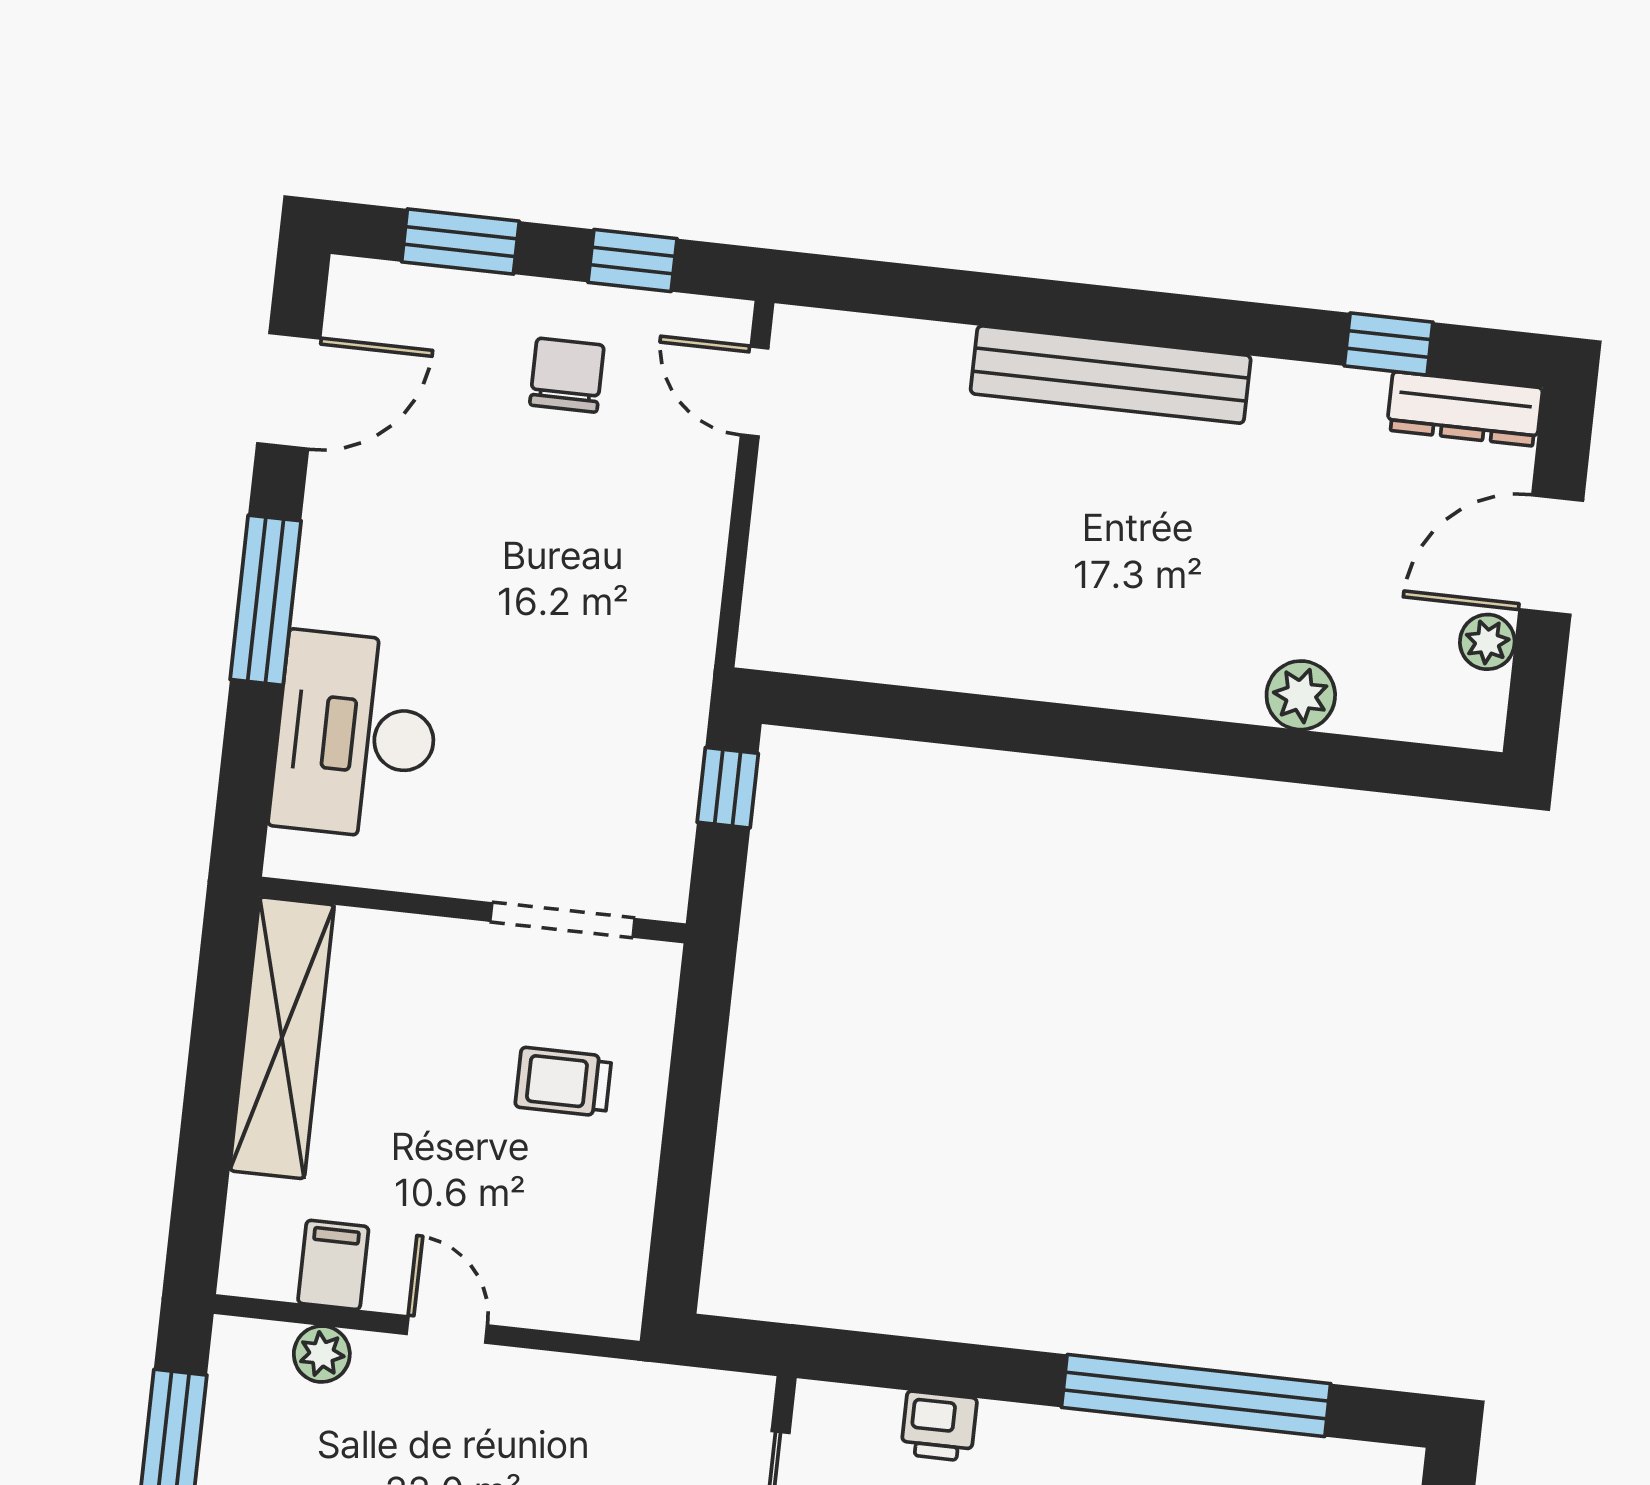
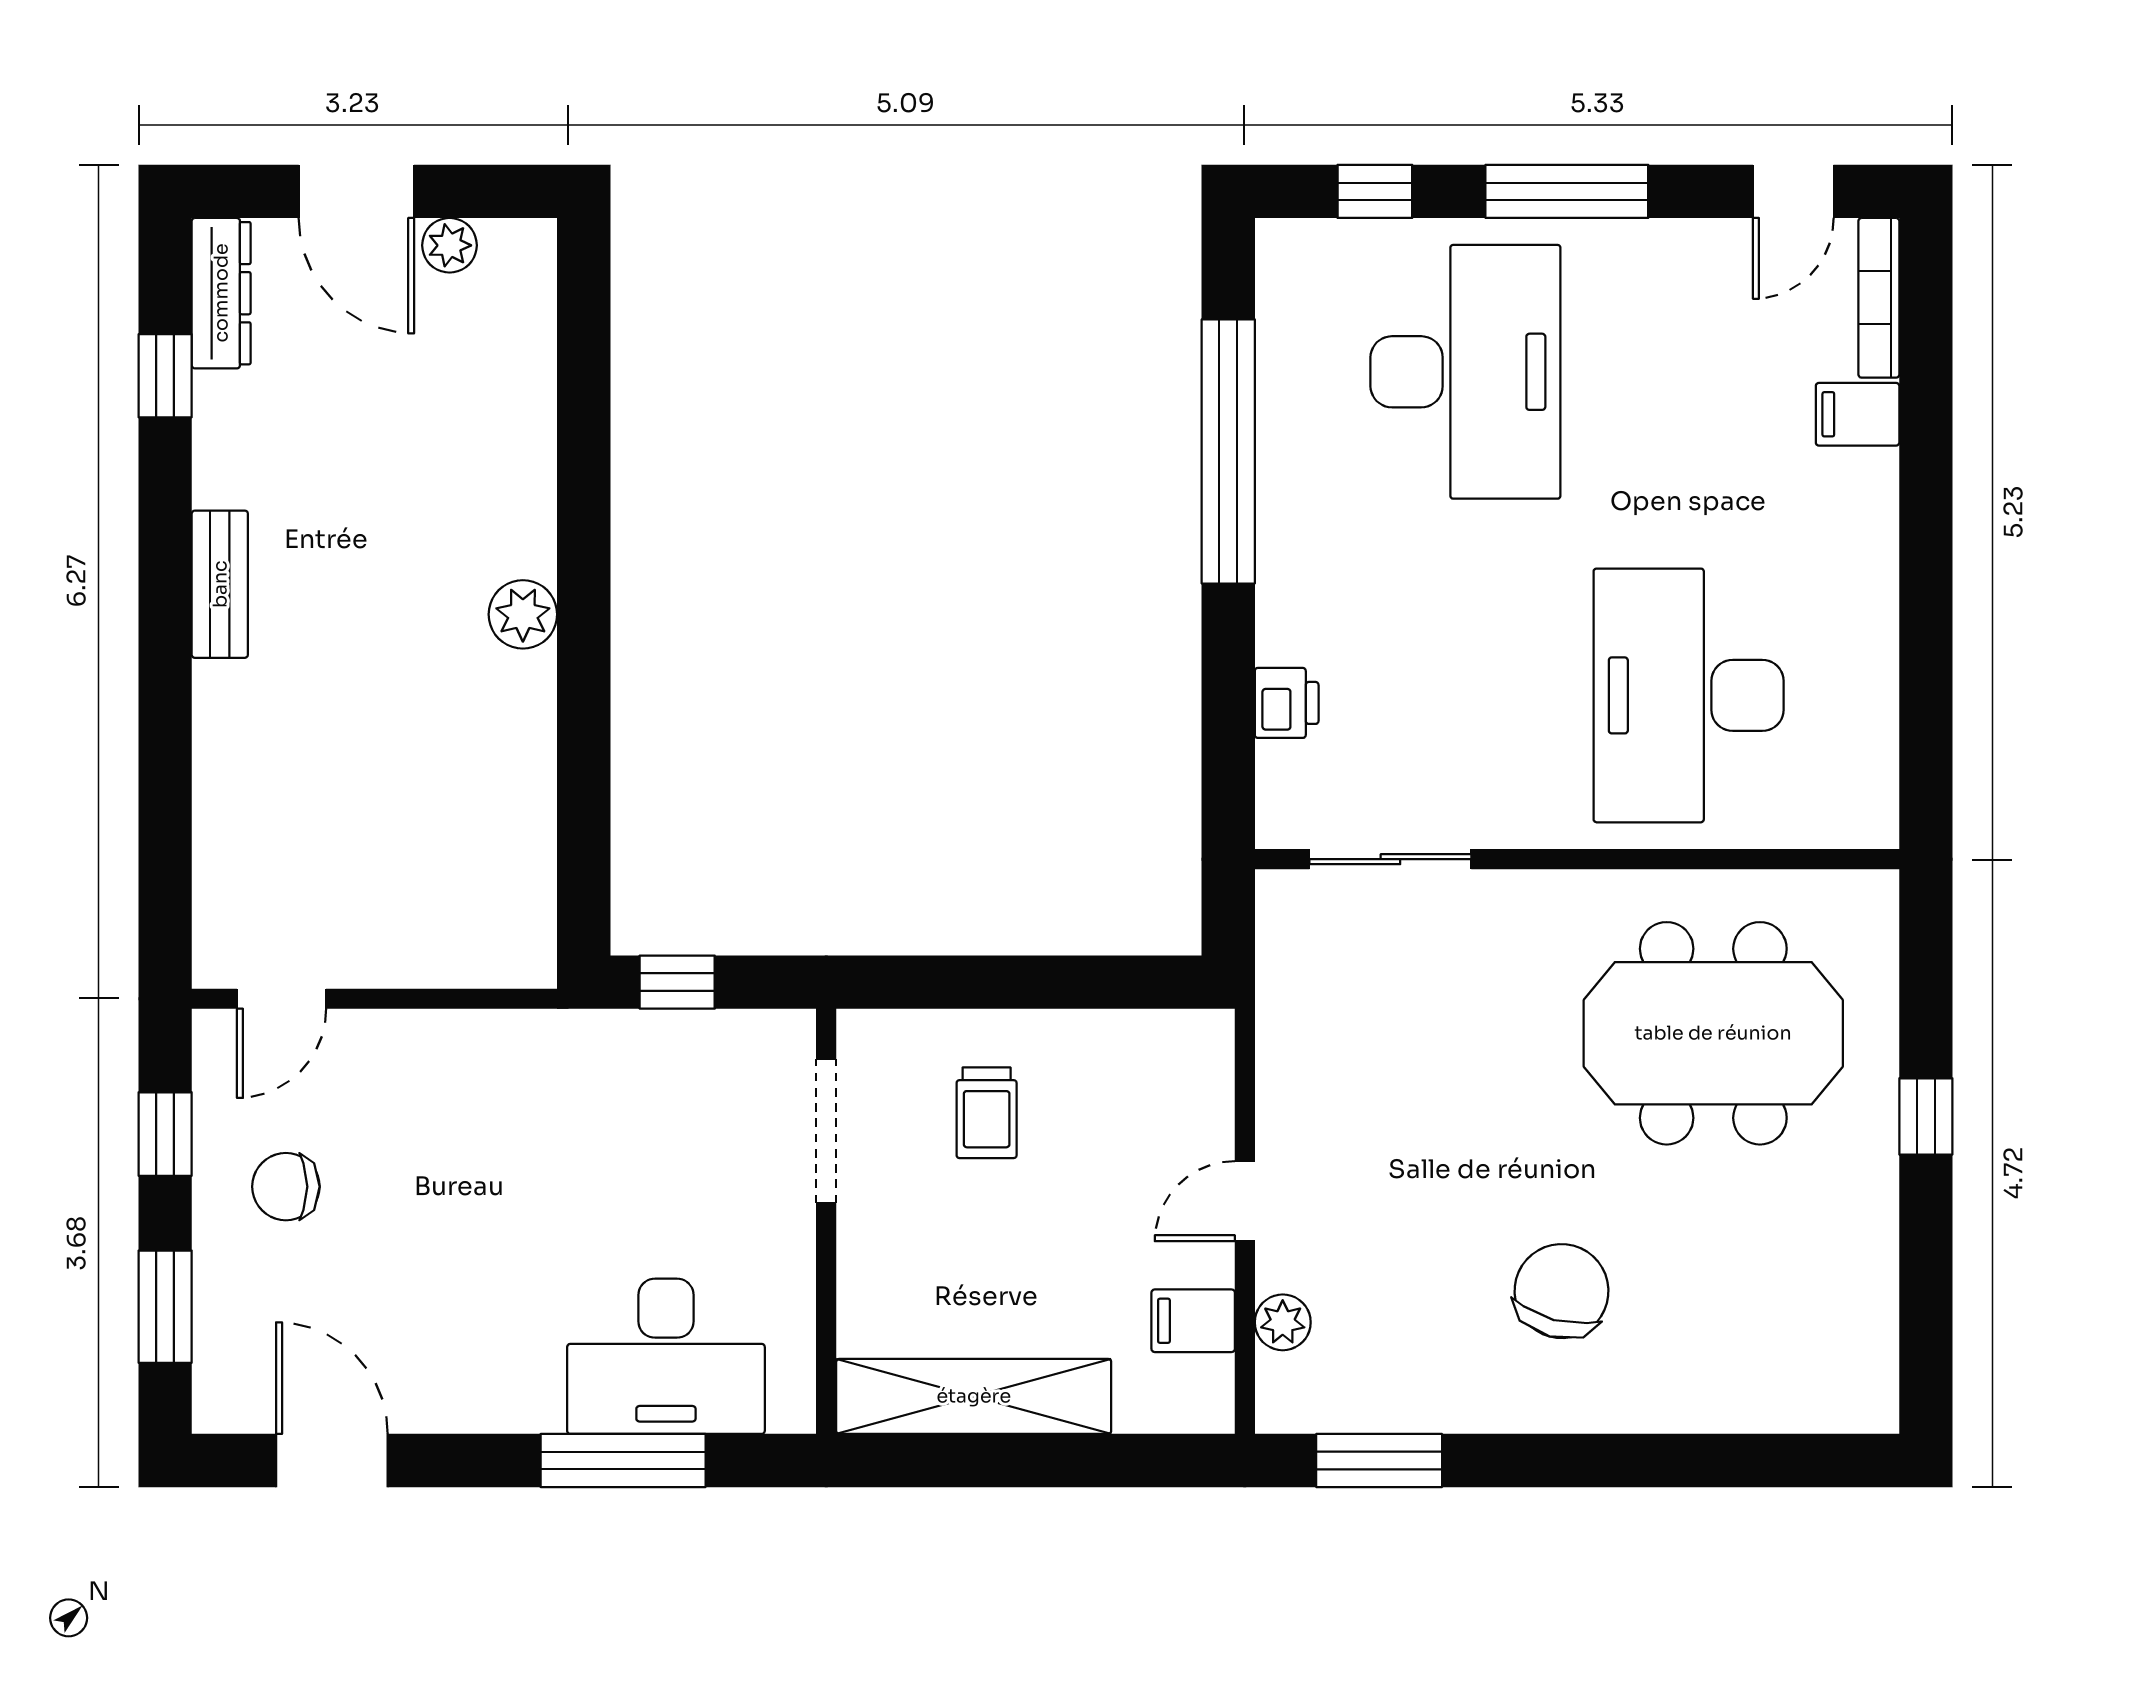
bench: (1111, 375) -> (220, 584), width x0.54, depth x0.82
window: (266, 600) -> (623, 1461), moved
plant: (1301, 695) -> (523, 614), moved

